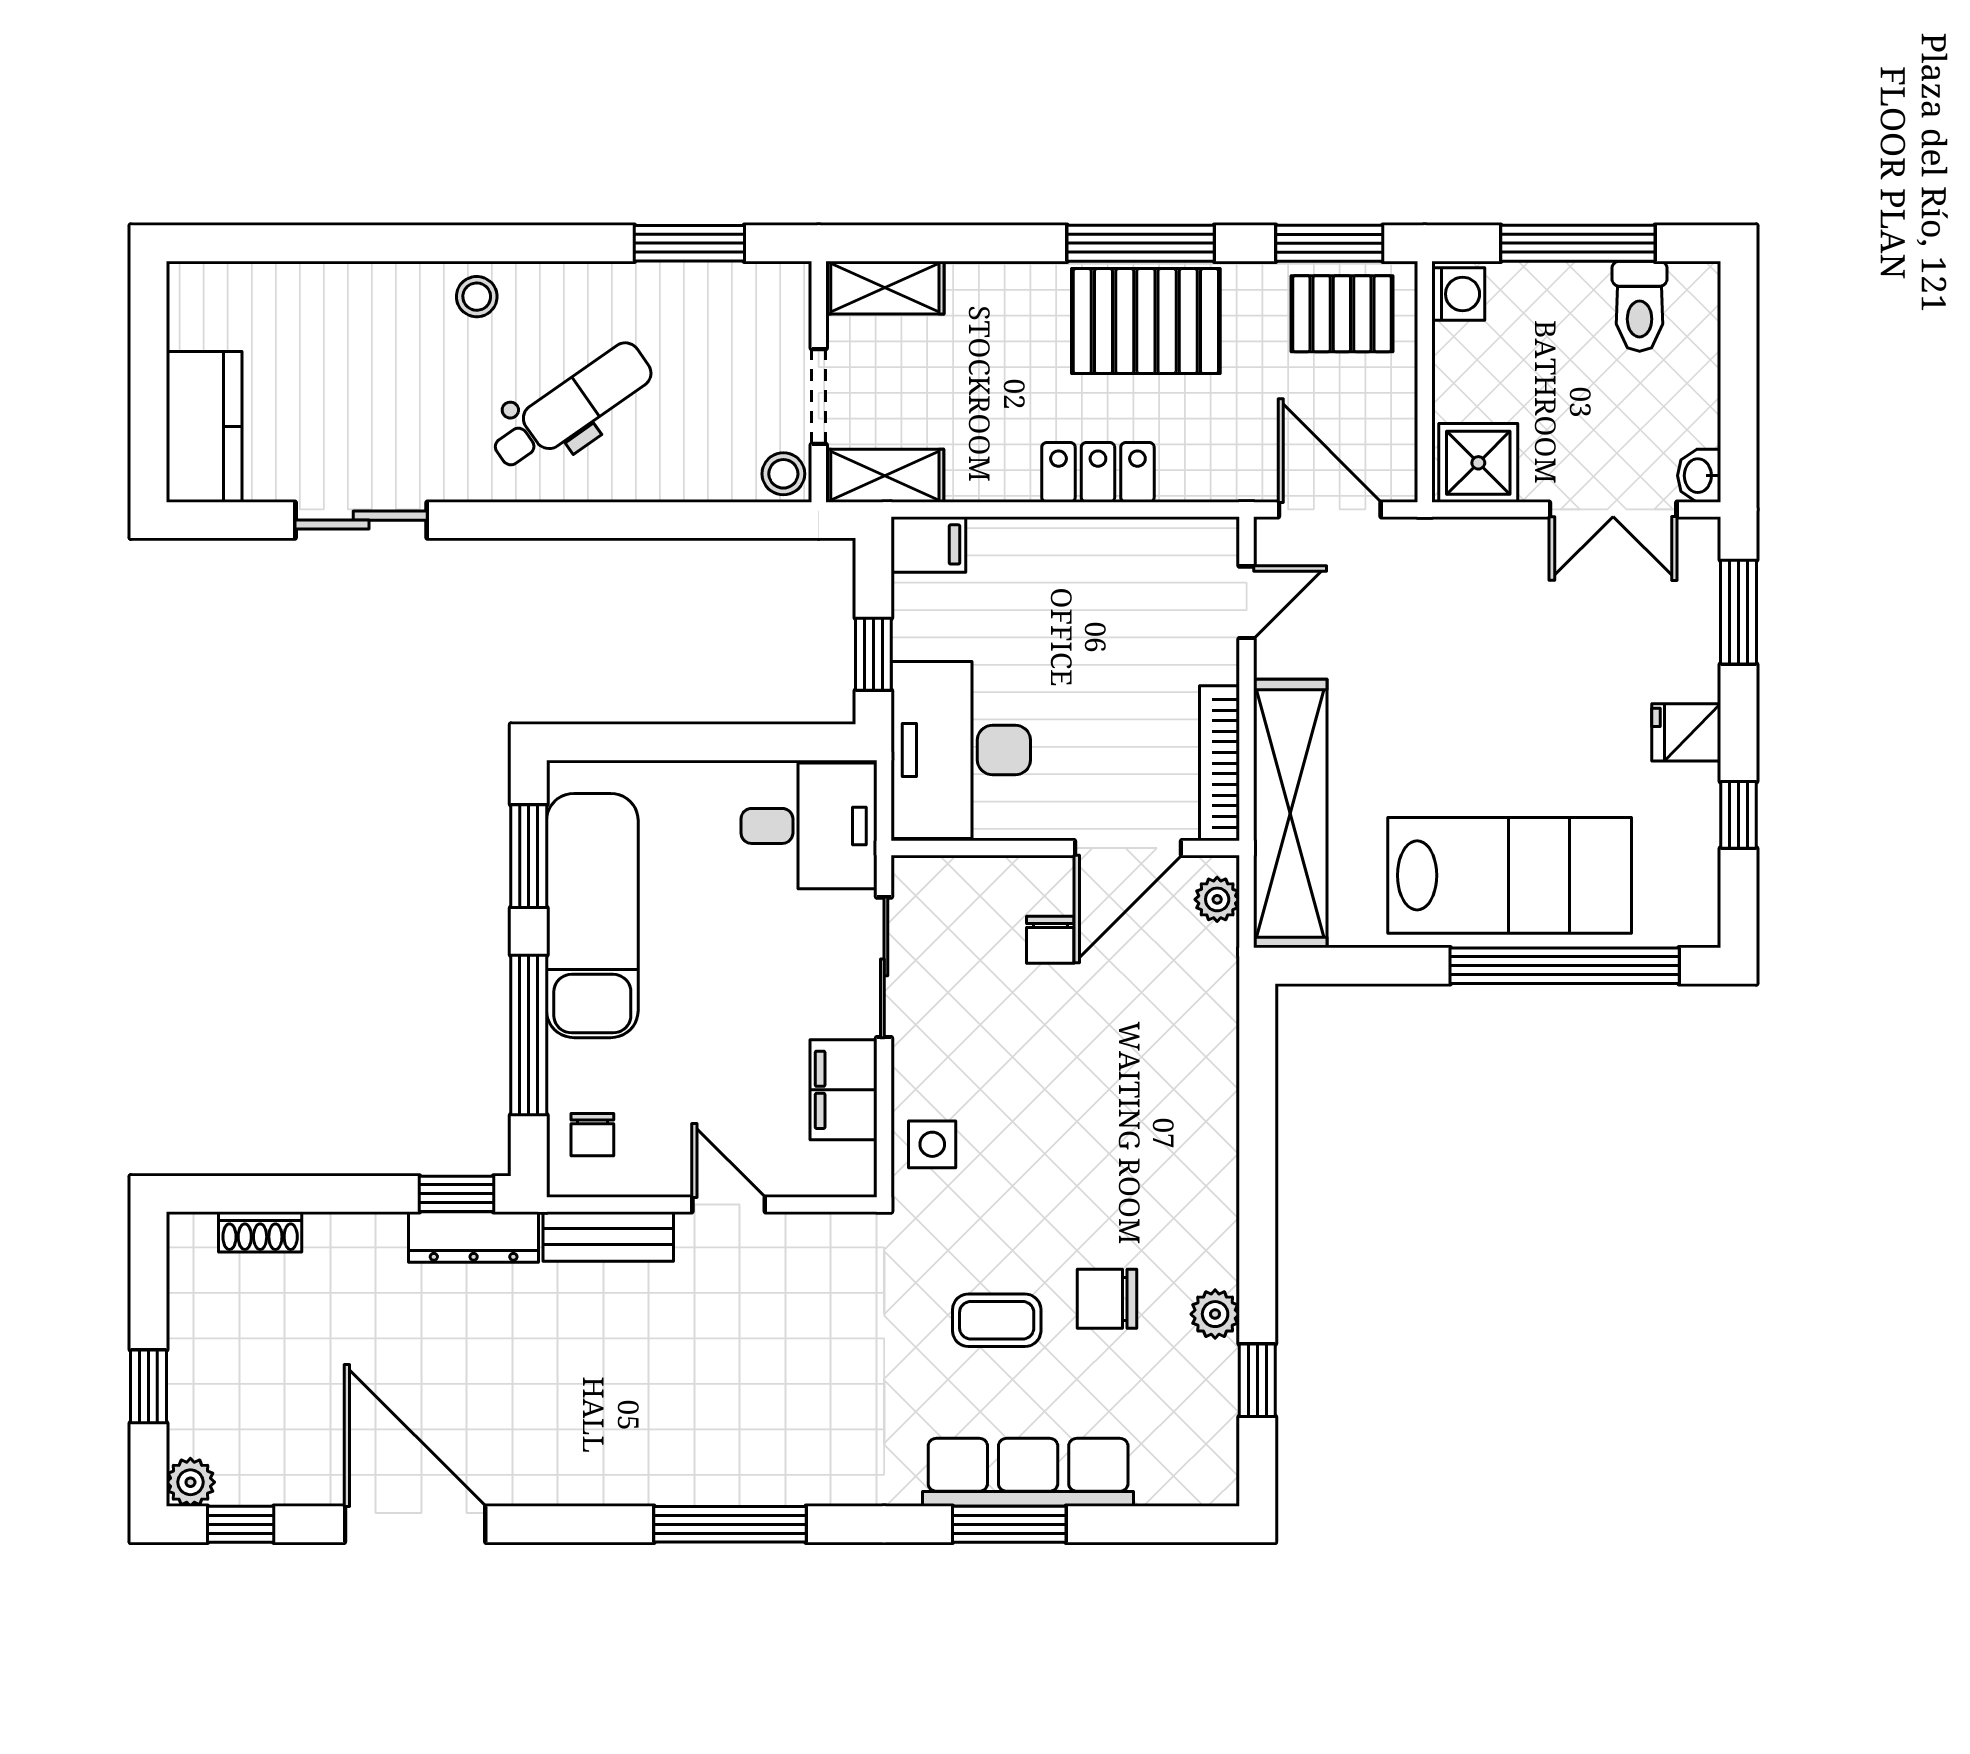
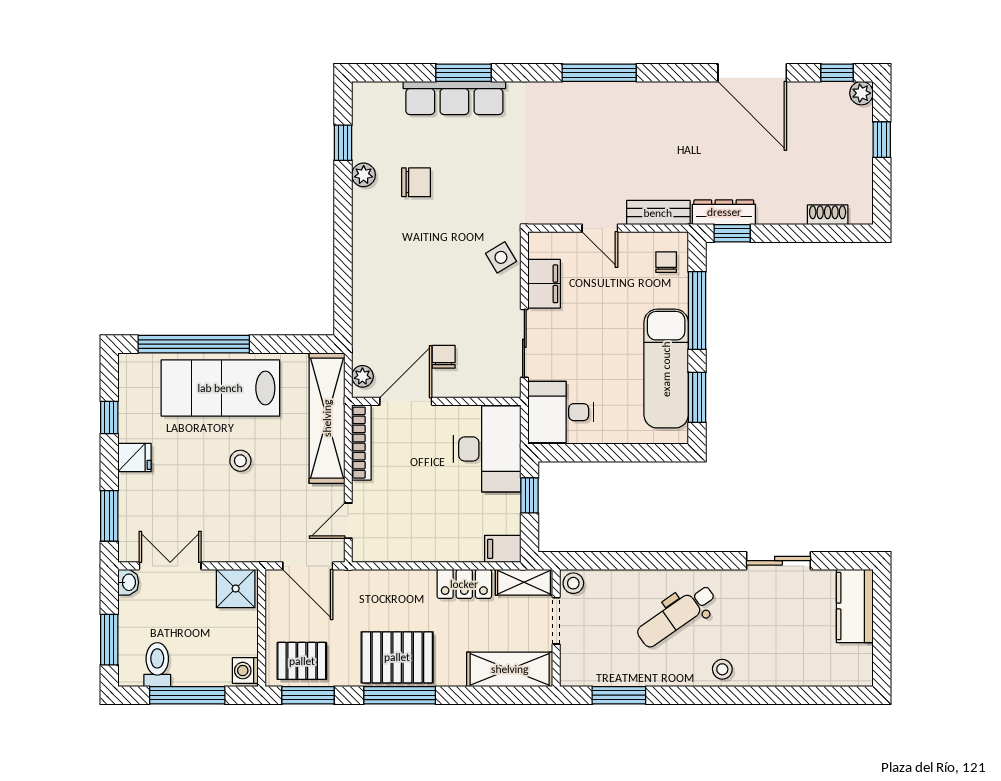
shelving: (885, 288) -> (510, 669), width x1.50, depth x1.33
window: (1738, 358) -> (109, 640), added
locker: (1098, 472) -> (464, 584), moved
stool: (1468, 726) -> (240, 461), added
side table: (932, 1144) -> (501, 257), turned -31
coffee table: (997, 1320) -> (470, 172), removed

